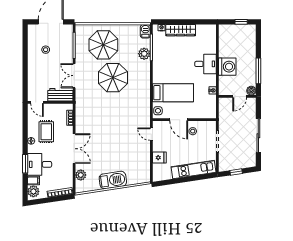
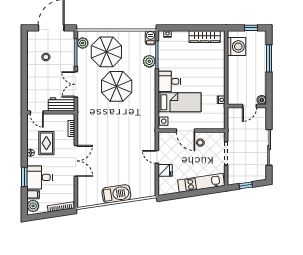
wardrobe: (181, 30) -> (205, 37), moved
desk: (206, 64) -> (169, 81), moved, turned 180
washing machine: (227, 67) -> (237, 46), moved
window: (258, 71) -> (269, 58), moved
door: (151, 134) -> (157, 157), moved
plant: (81, 175) -> (83, 43), moved

